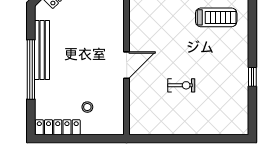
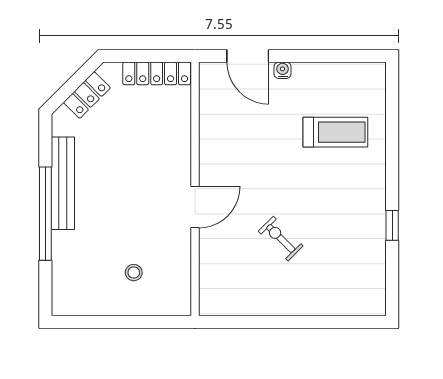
exercise bike: (181, 85) -> (281, 239), turned -135
locker: (58, 127) -> (87, 304), removed

